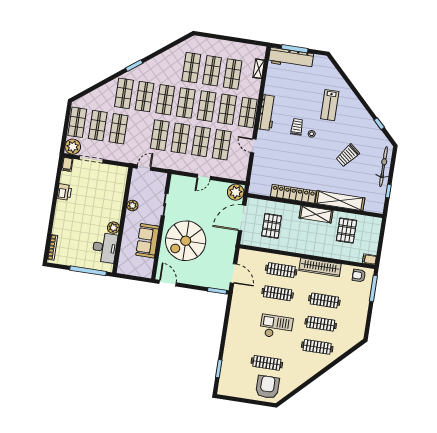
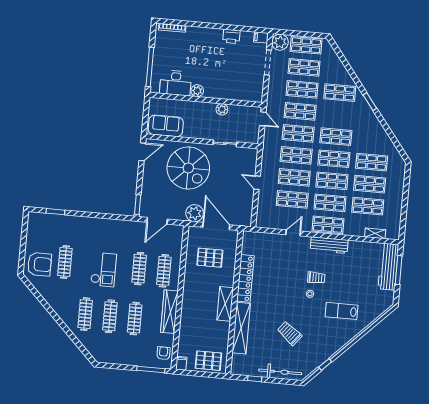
shop shelf: (145, 97) -> (300, 111), moved
plant: (236, 192) -> (195, 213), moved
pallet: (346, 231) -> (208, 361), moved
sofa: (148, 241) -> (166, 126), moved
spiral stairs: (186, 241) -> (188, 168), turned 180

